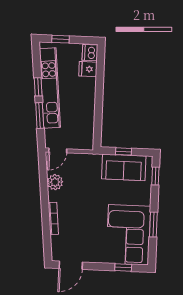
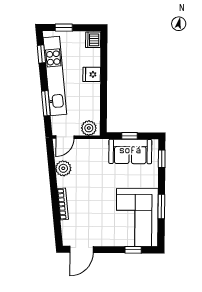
fridge: (88, 69) -> (92, 74), moved
window: (38, 87) -> (41, 54), moved
plant: (82, 142) -> (89, 128), added

